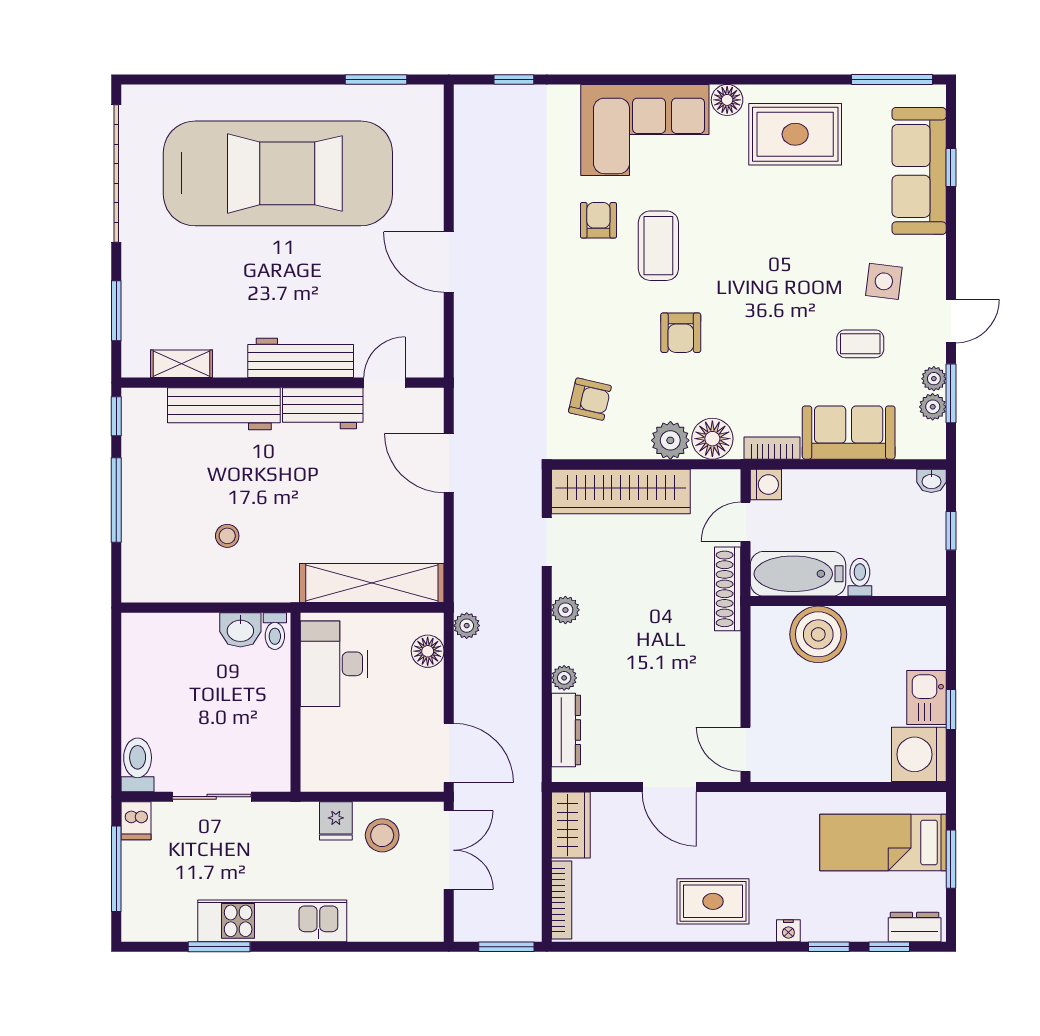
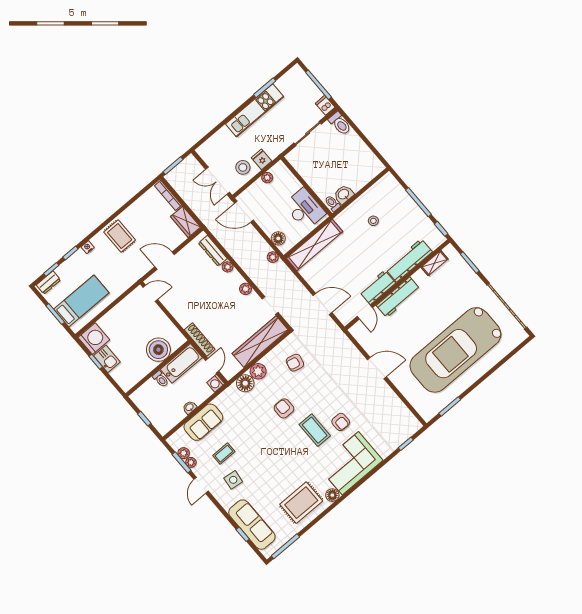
bookcase: (772, 448) -> (224, 396), removed
washbasin: (931, 481) -> (190, 407), moved
plant: (354, 779) -> (267, 178), added
rug: (713, 901) -> (120, 236), turned 90

